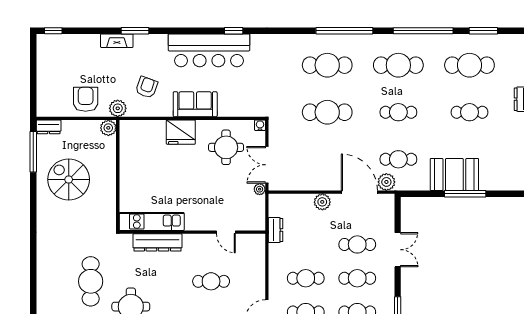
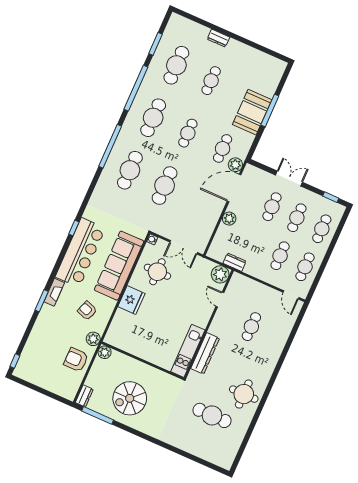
fireplace: (117, 41) -> (54, 292), moved
sofa: (195, 104) -> (119, 266), width x1.85, depth x1.27
plant: (260, 189) -> (220, 274), moved, width x1.87, depth x1.87
door: (226, 232) -> (220, 300), swing flipped

